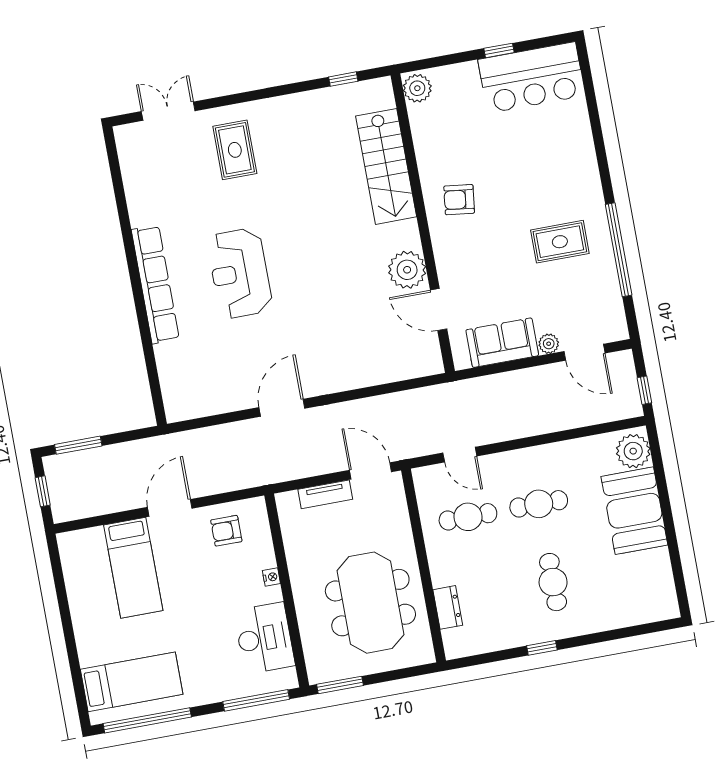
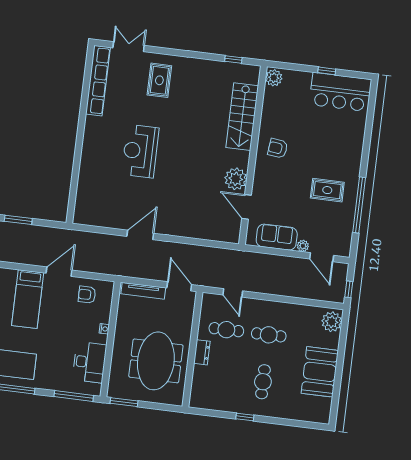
row of seats: (155, 284) -> (98, 81), moved
tv unit: (325, 494) -> (143, 291), width x1.41
booth: (634, 511) -> (320, 372), moved
dresser: (448, 607) -> (202, 352), moved

